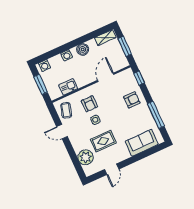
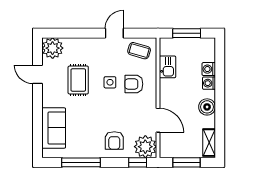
washing machine: (44, 65) -> (209, 69), moved
plant: (127, 78) -> (145, 147), added
plant: (86, 157) -> (53, 48), moved

